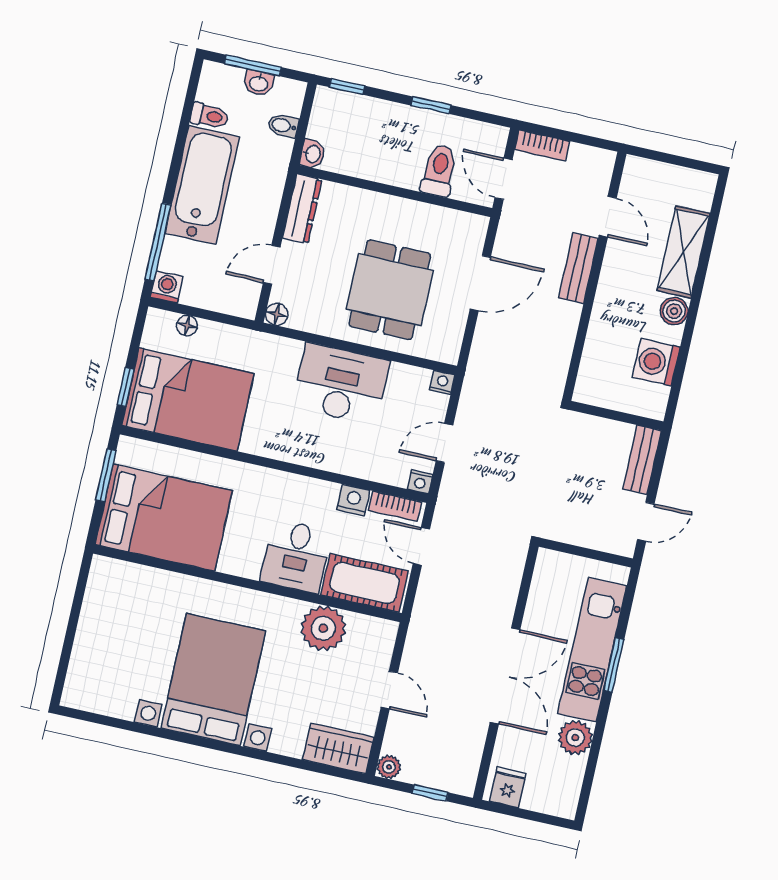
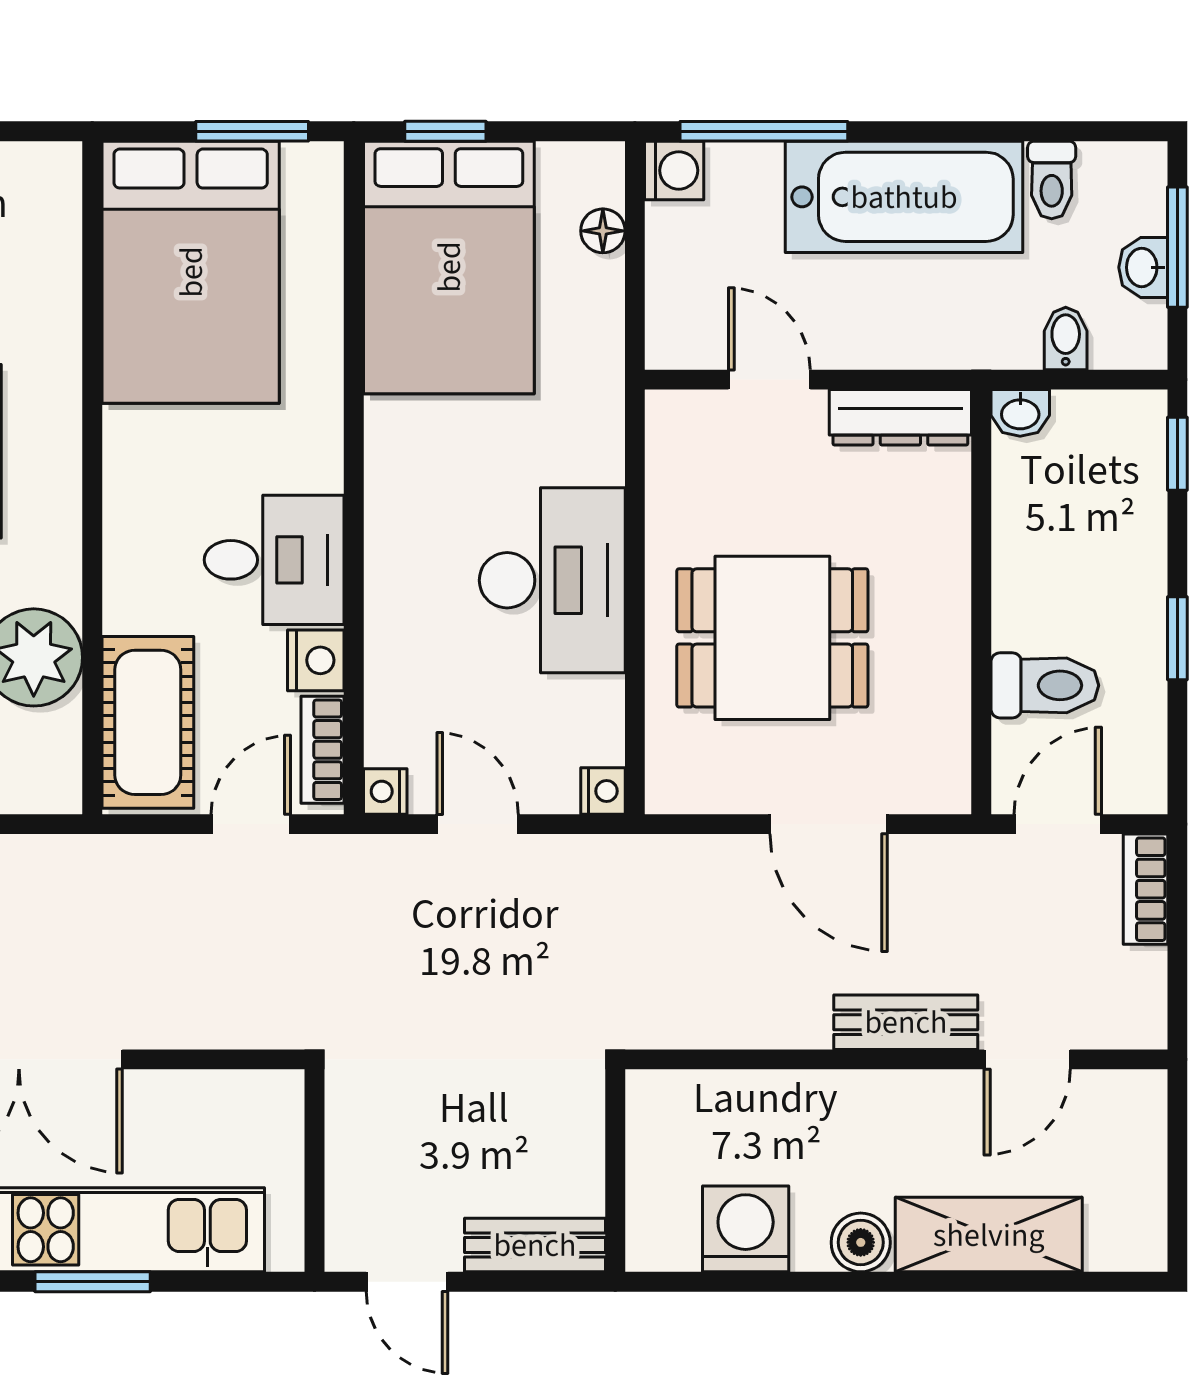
floor lamp: (277, 314) -> (668, 413), removed
desk: (296, 556) -> (274, 560), moved, turned 180

